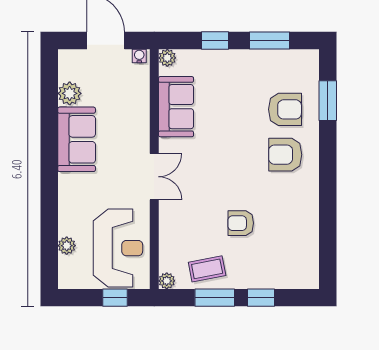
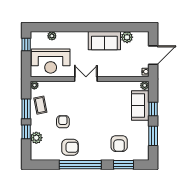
sofa: (176, 107) -> (140, 106), moved, turned 90
armchair: (285, 155) -> (70, 147), moved, turned 90
double door: (154, 177) -> (86, 79), swing flipped
window: (328, 188) -> (80, 165), added
plant: (273, 277) -> (36, 138), added
window: (115, 298) -> (26, 45), moved

